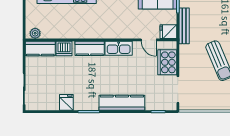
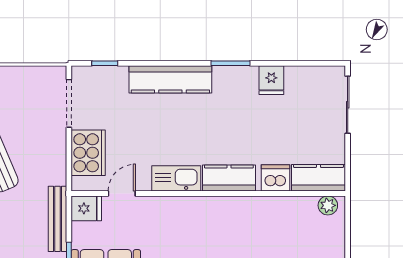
door: (149, 40) -> (122, 194), hinge flipped

